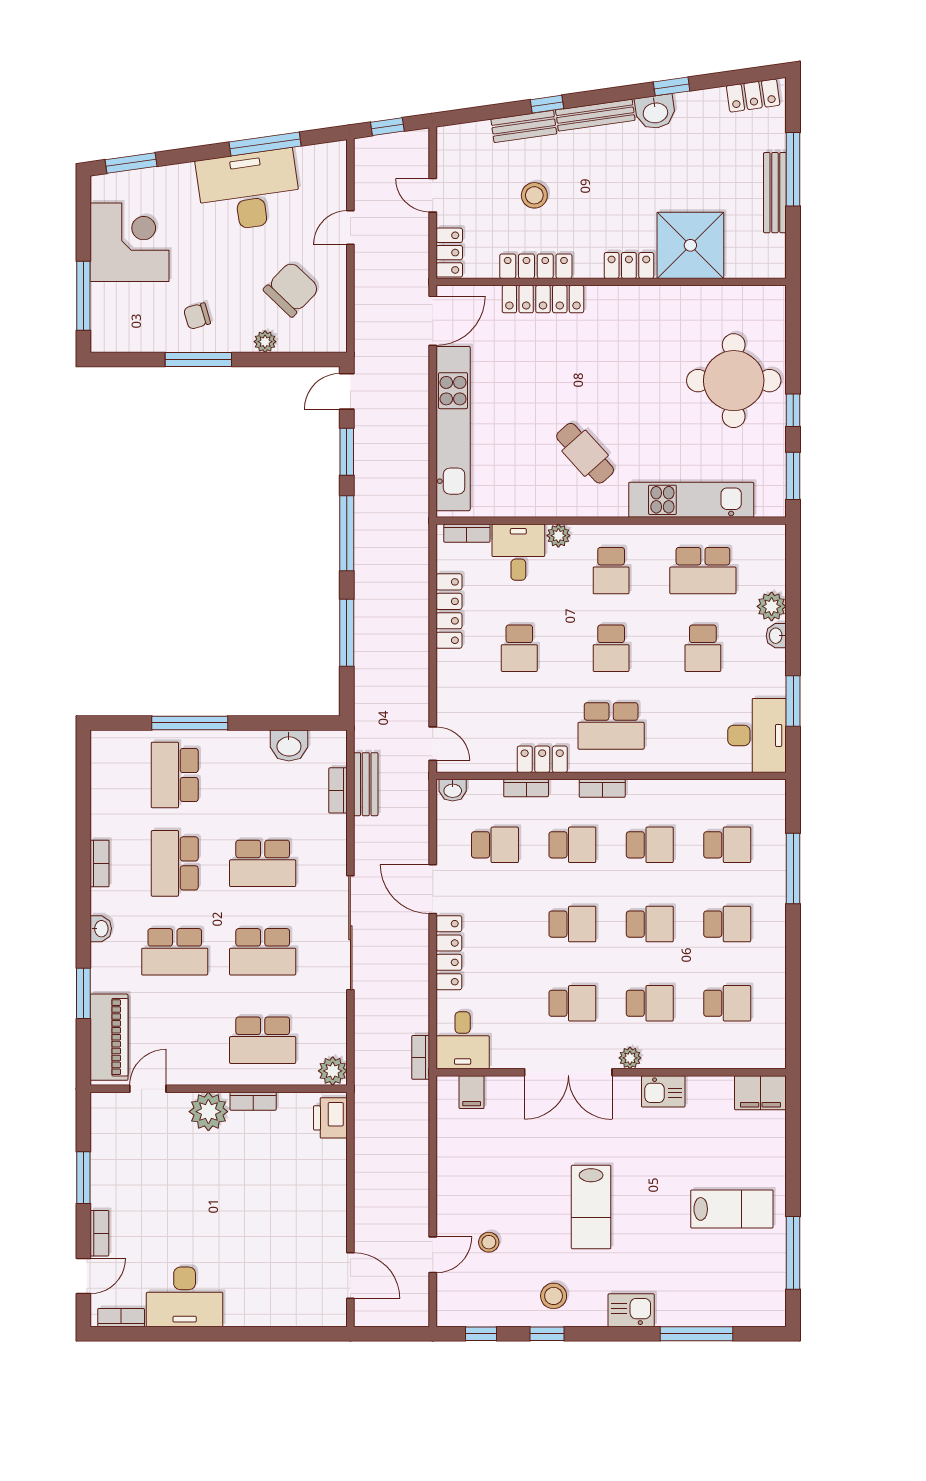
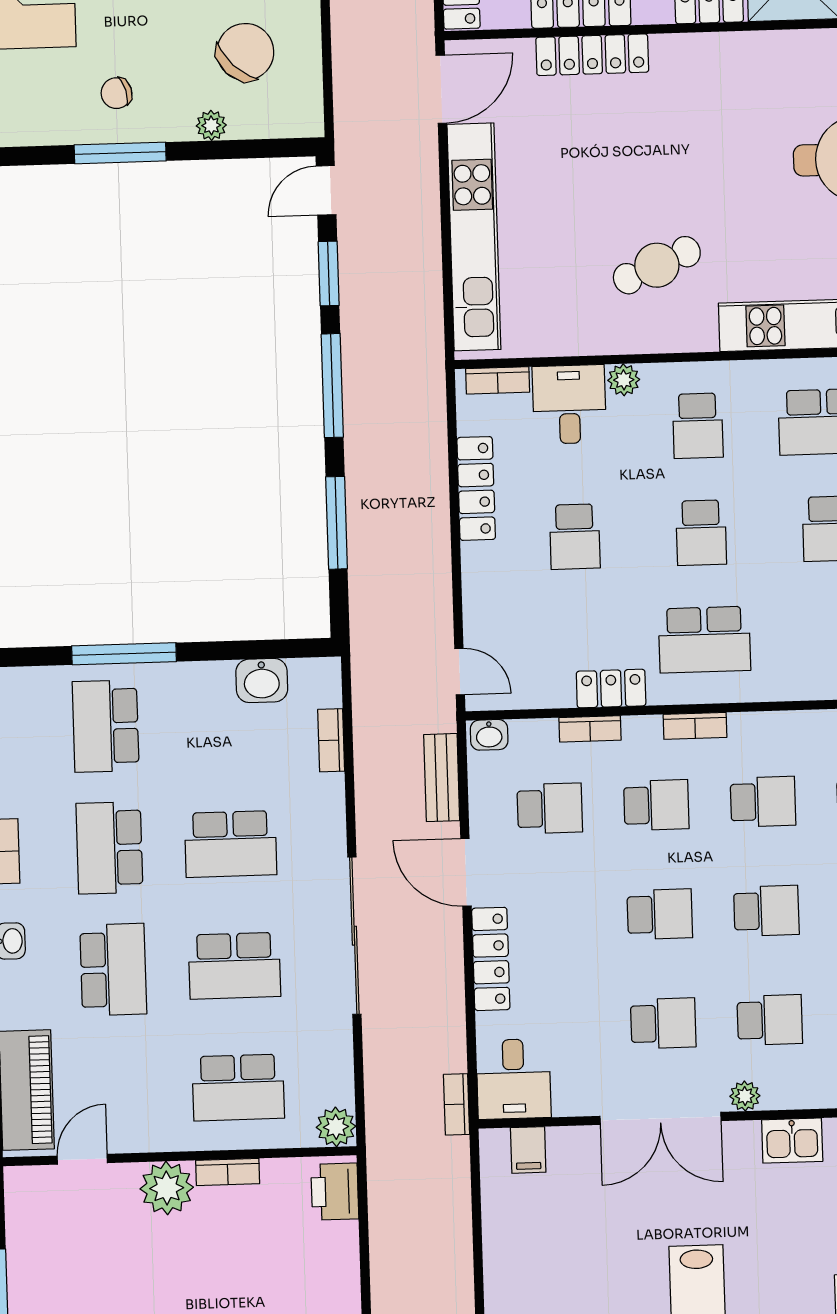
cafe table: (585, 453) -> (657, 265), turned -71
bench: (366, 784) -> (442, 778), moved
school desk: (175, 952) -> (113, 970), turned -90

